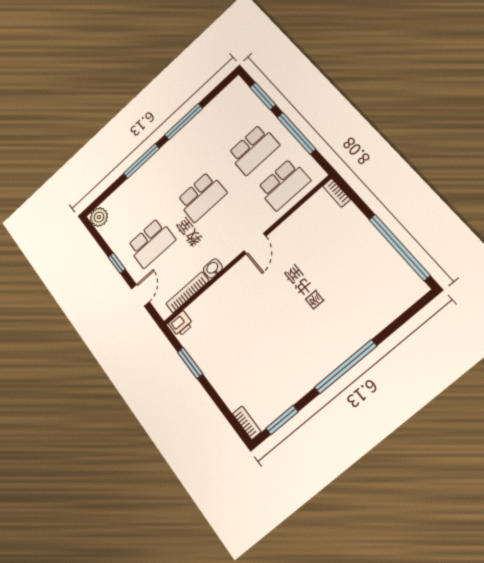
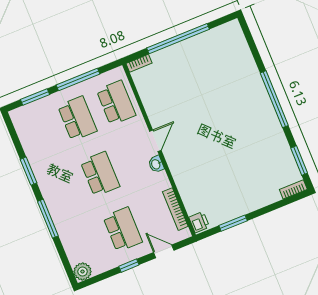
window: (184, 122) -> (28, 171), width x0.69
door: (255, 244) -> (155, 141), hinge flipped
window: (399, 247) -> (178, 39), moved
washbasin: (213, 269) -> (156, 164), moved

